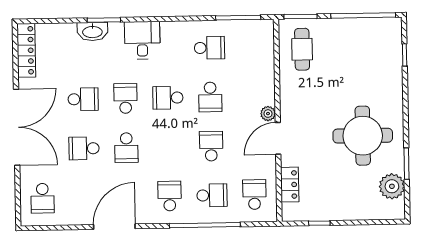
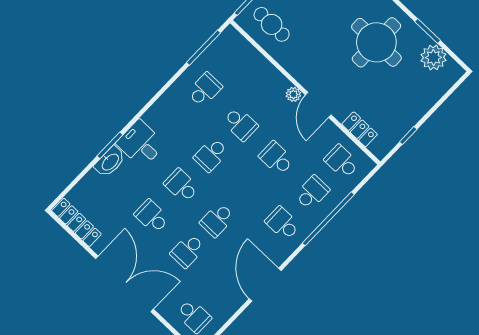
desk: (142, 40) -> (141, 144), moved
school desk: (83, 99) -> (152, 216), turned -90
school desk: (126, 148) -> (217, 220), turned 90

